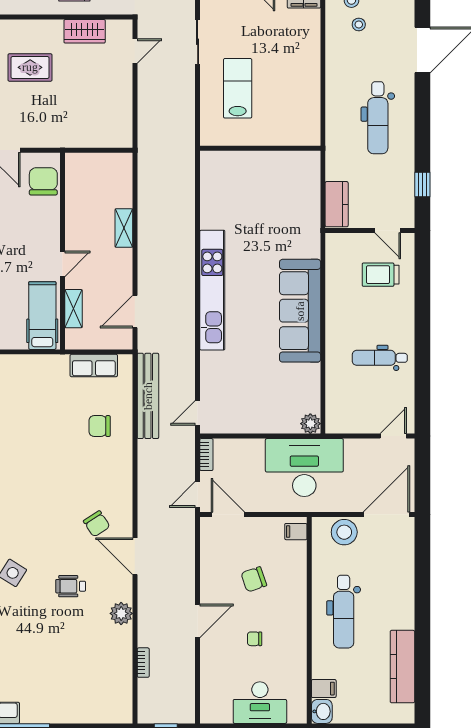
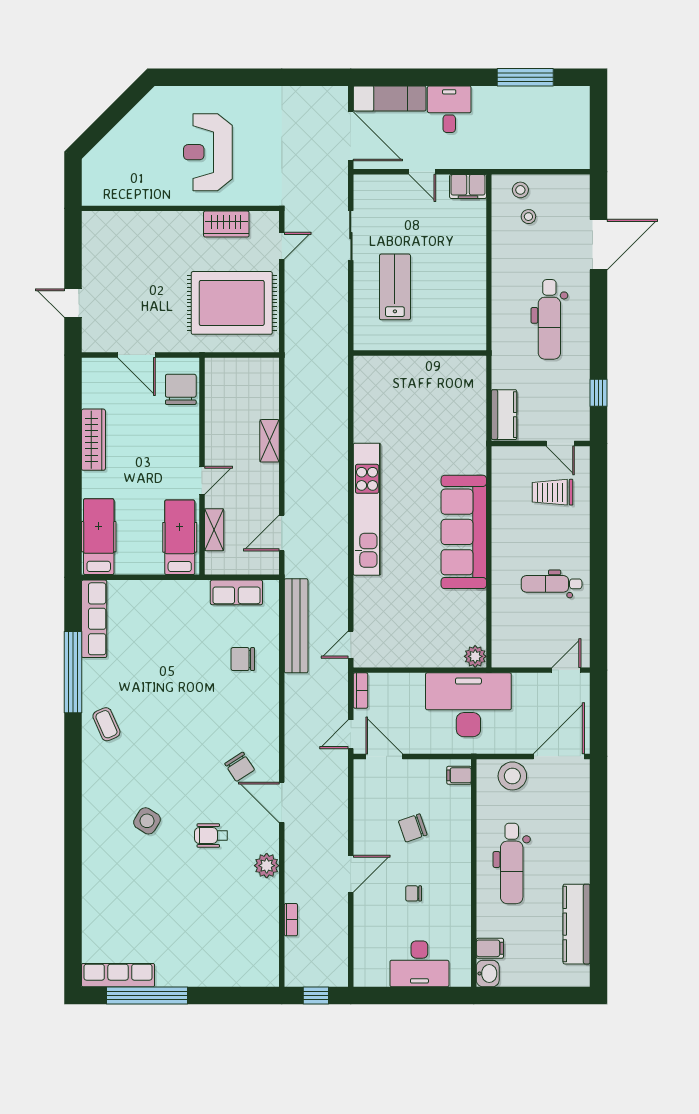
rug: (30, 67) -> (232, 303), moved, width x1.86, depth x2.06

